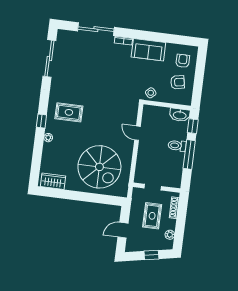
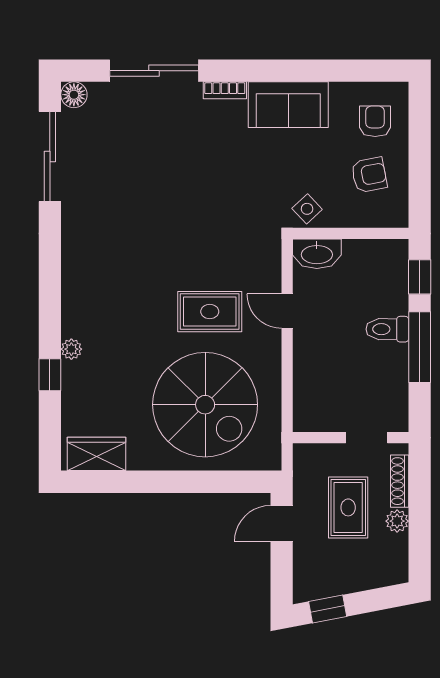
floor lamp: (62, 35) -> (74, 95), added
rug: (69, 112) -> (210, 312), moved
washbasin: (180, 115) -> (317, 254), moved
window: (41, 121) -> (50, 375), moved
doorway: (153, 187) -> (367, 438), moved
door: (123, 230) -> (282, 524), moved
plant: (170, 235) -> (397, 521), moved
window: (151, 255) -> (328, 609), moved

